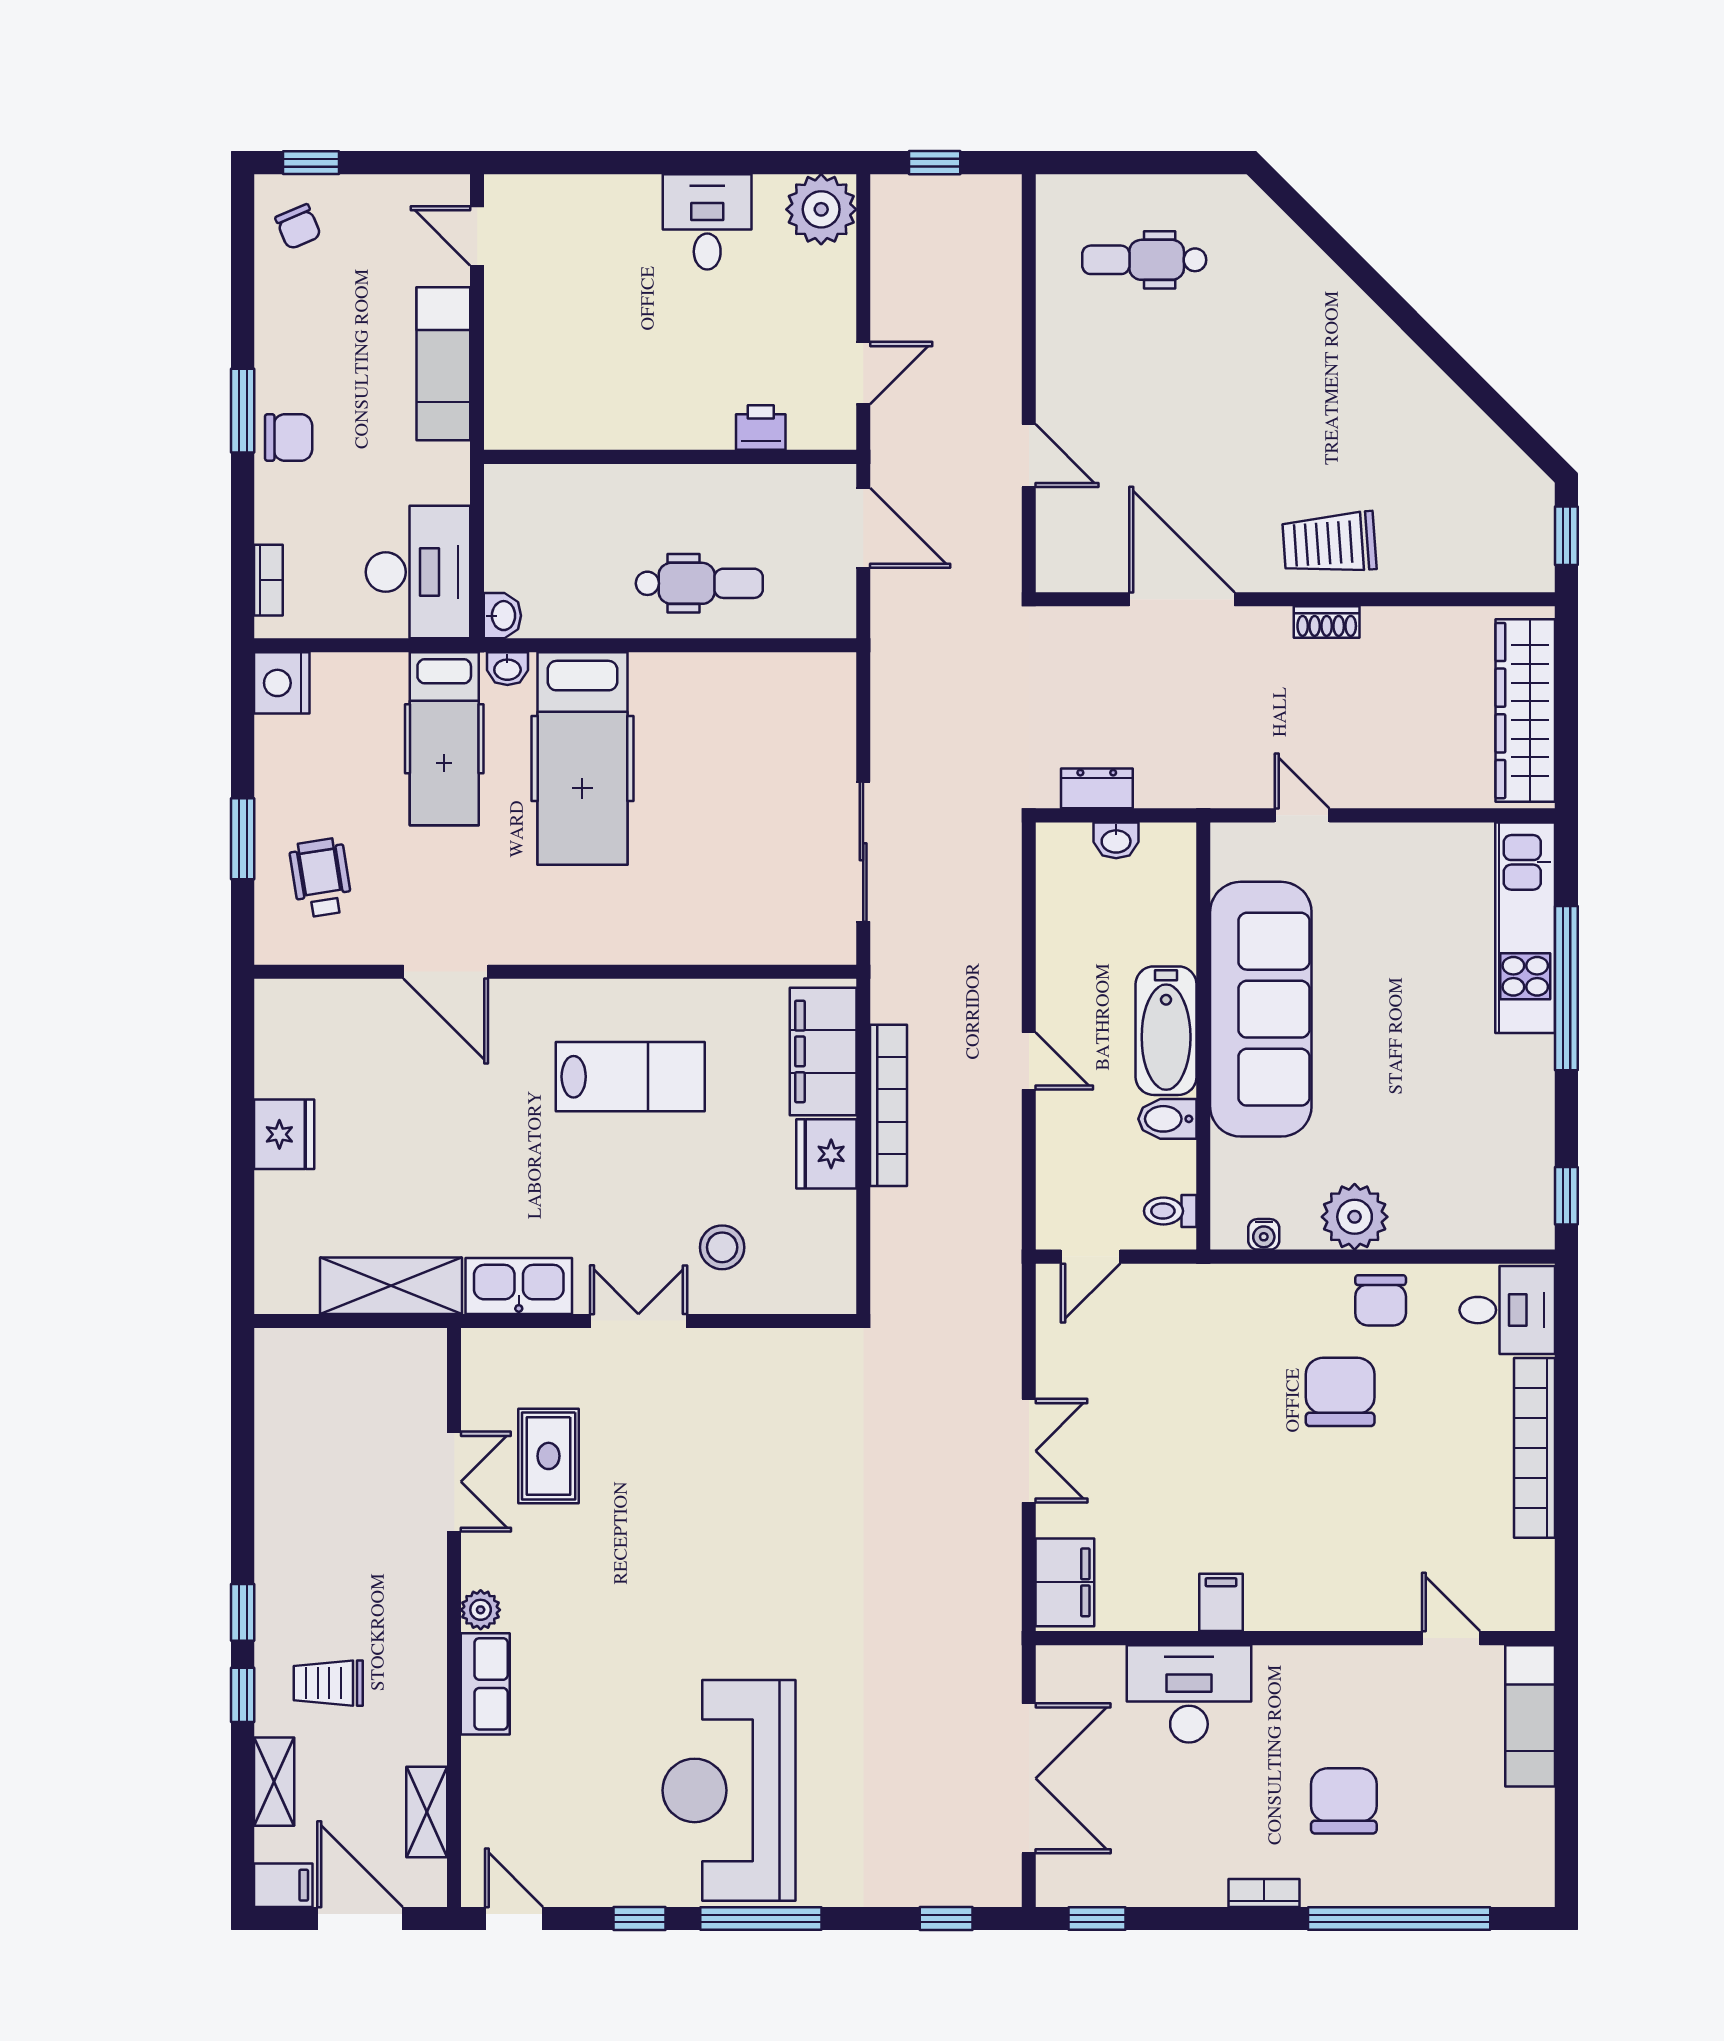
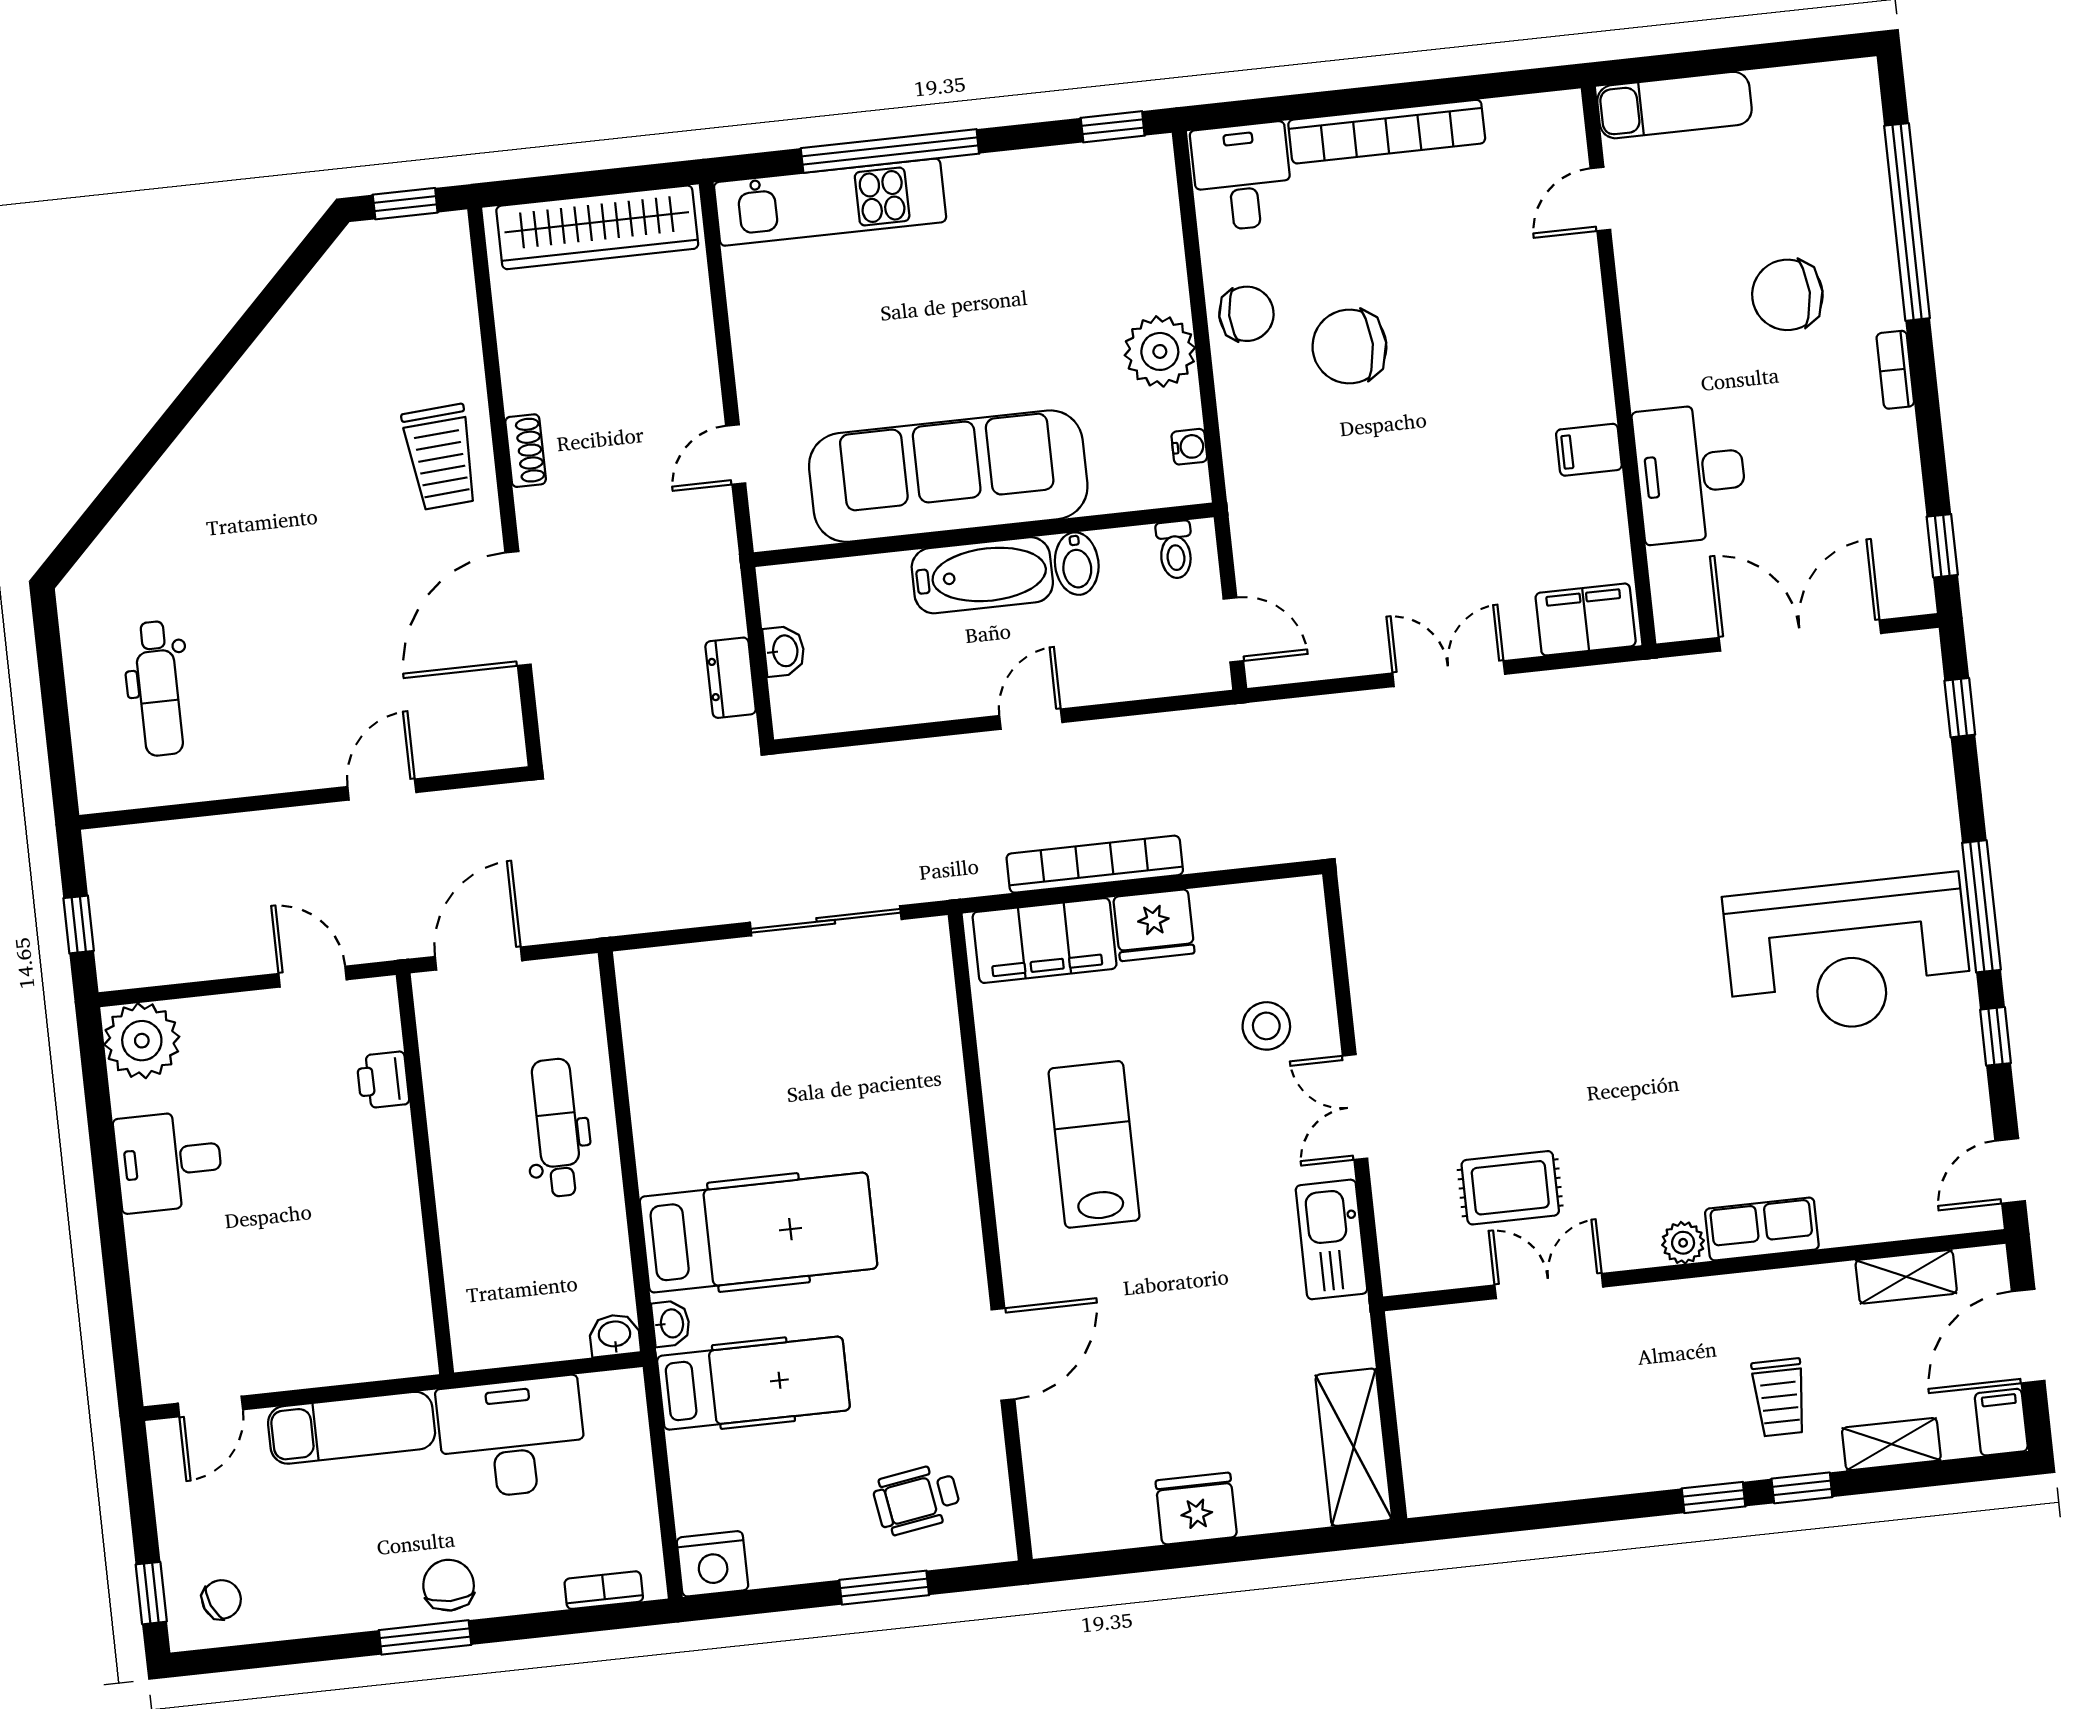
desk: (418, 572) -> (512, 1438), moved
shelving: (391, 1286) -> (1354, 1447), moved

